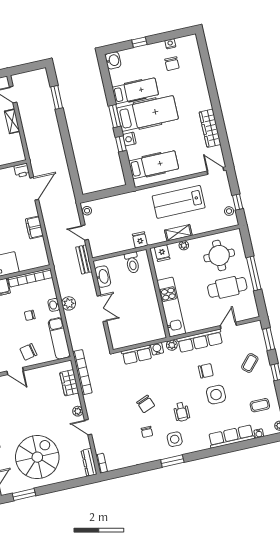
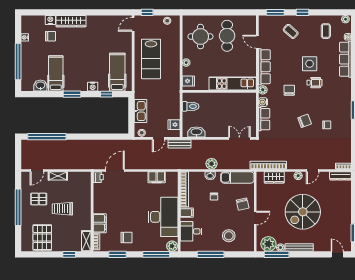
window: (139, 42) -> (18, 62), width x3.17
washbasin: (113, 60) -> (40, 86), moved
chair: (172, 64) -> (50, 36), moved
nightstand: (198, 70) -> (50, 20), added
window: (57, 97) -> (47, 137), width x2.11
hospital bed: (147, 114) -> (76, 68), removed
wardrobe: (210, 128) -> (71, 21), moved
window: (121, 144) -> (107, 94), moved
door: (34, 189) -> (115, 170), hinge flipped
window: (238, 202) -> (147, 12), moved
kitchen sink: (113, 203) -> (140, 111), added
filing cabinet: (34, 227) -> (157, 177), moved
shelving: (178, 233) -> (175, 65), removed
fridge: (140, 240) -> (174, 125), moved
window: (254, 273) -> (221, 12), removed
double door: (102, 308) -> (239, 138), moved
chair: (206, 371) -> (289, 90), moved
wheelchair: (182, 412) -> (314, 83), moved
side table: (175, 439) -> (337, 104), removed
spiral stairs: (37, 457) -> (303, 212), moved, turned -90

